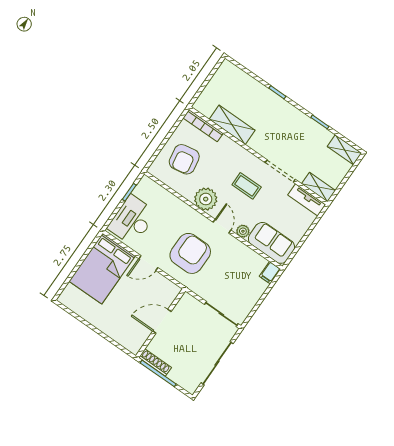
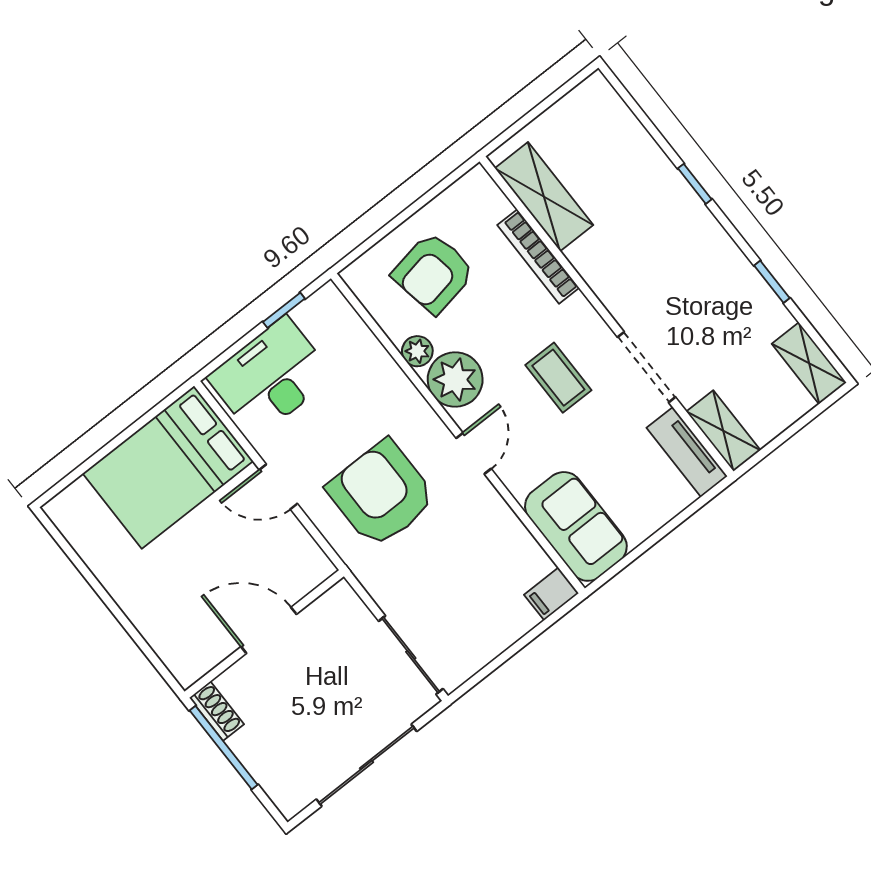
shelving: (232, 125) -> (544, 197), moved
bookcase: (203, 126) -> (538, 256), moved
plant: (243, 231) -> (417, 351), moved
armchair: (190, 253) -> (381, 494), turned -90
shoe rack: (155, 363) -> (217, 711), width x0.70

